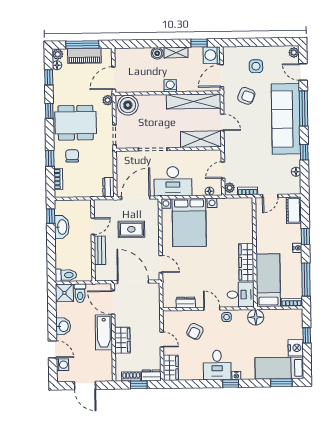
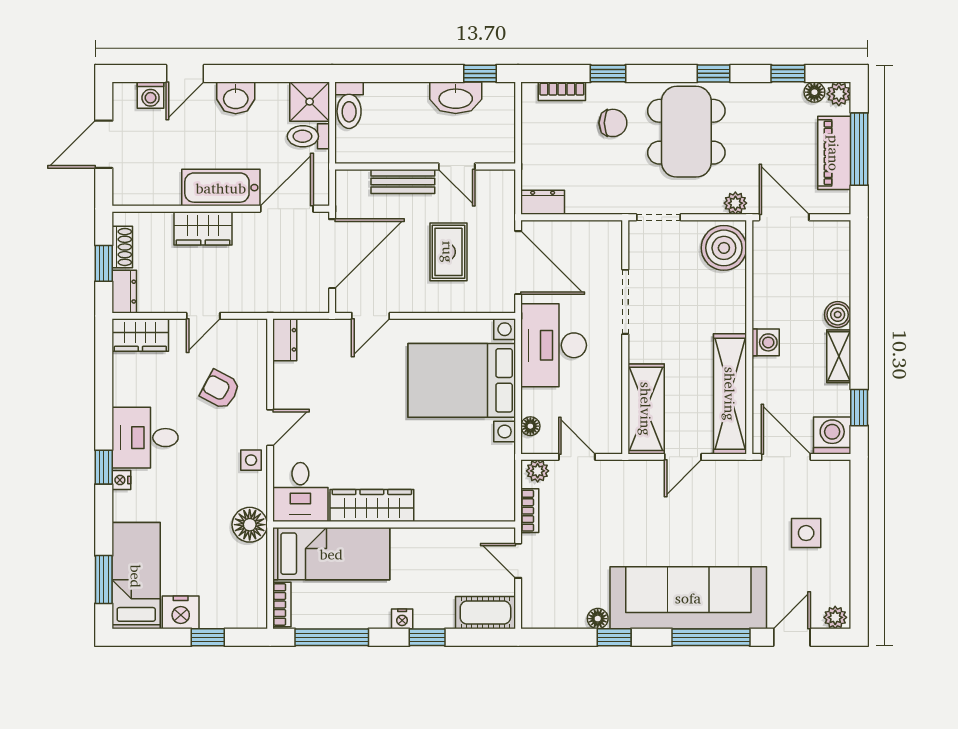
armchair: (246, 96) -> (741, 511), removed
floor lamp: (296, 172) -> (598, 619), moved
dresser: (186, 302) -> (285, 340), moved

